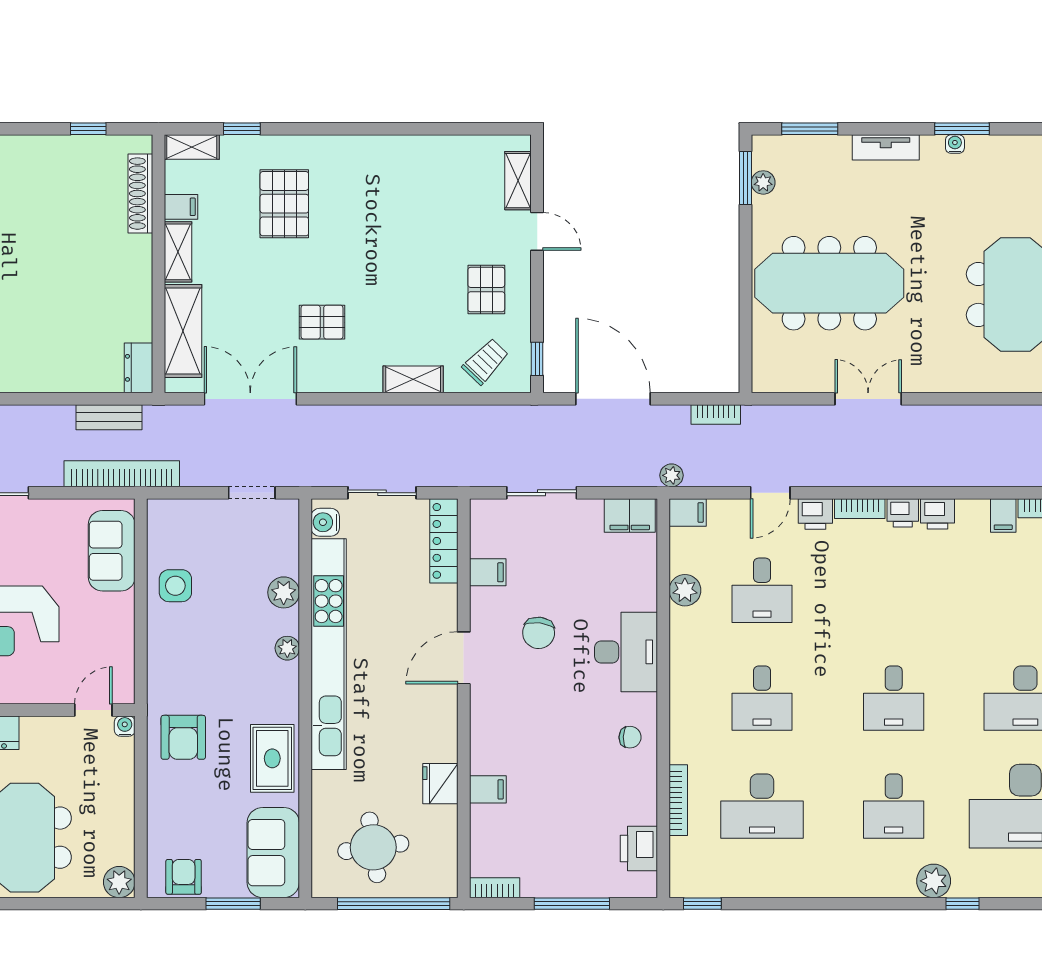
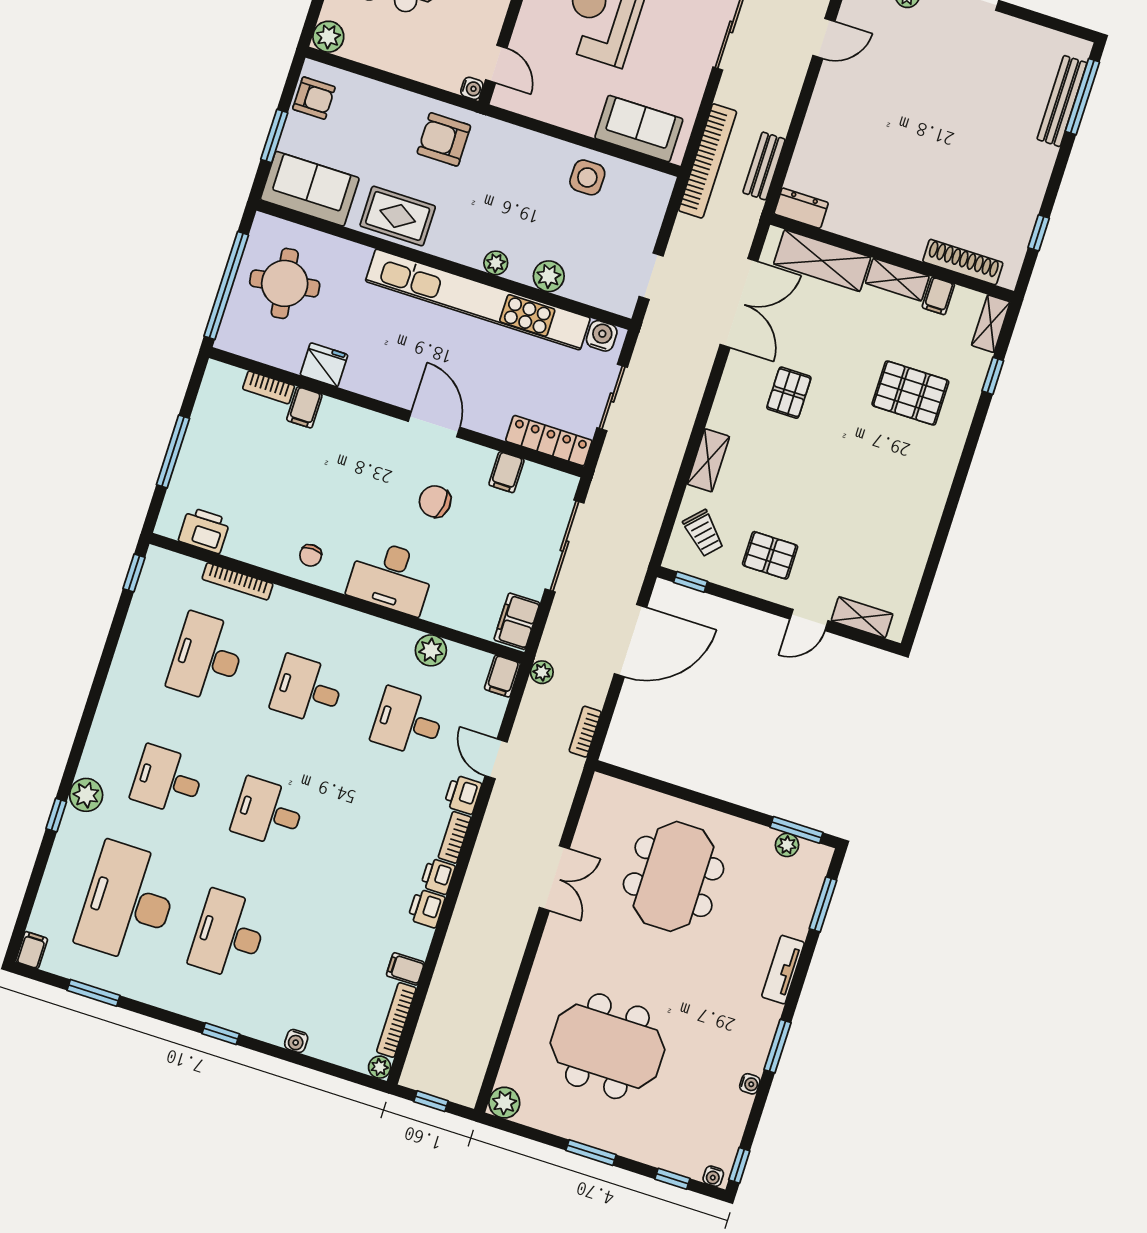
water cooler: (955, 144) -> (750, 1084), moved
meeting table: (829, 283) -> (673, 876), width x0.73
sliding door: (542, 493) -> (564, 546), width x1.37
bookcase: (495, 888) -> (269, 387), moved, turned 90

